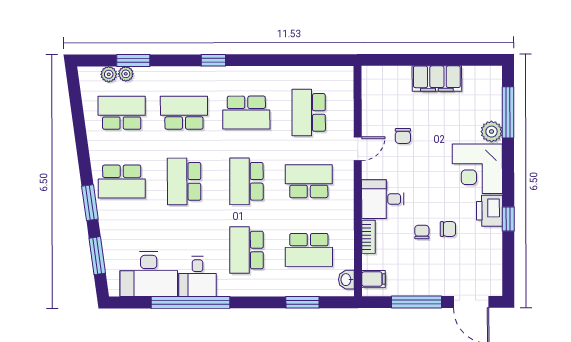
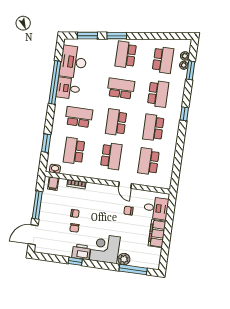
school desk: (309, 112) -> (149, 161), turned -90
school desk: (246, 181) -> (116, 122), turned -90
desk: (383, 199) -> (156, 208), moved, turned 90

